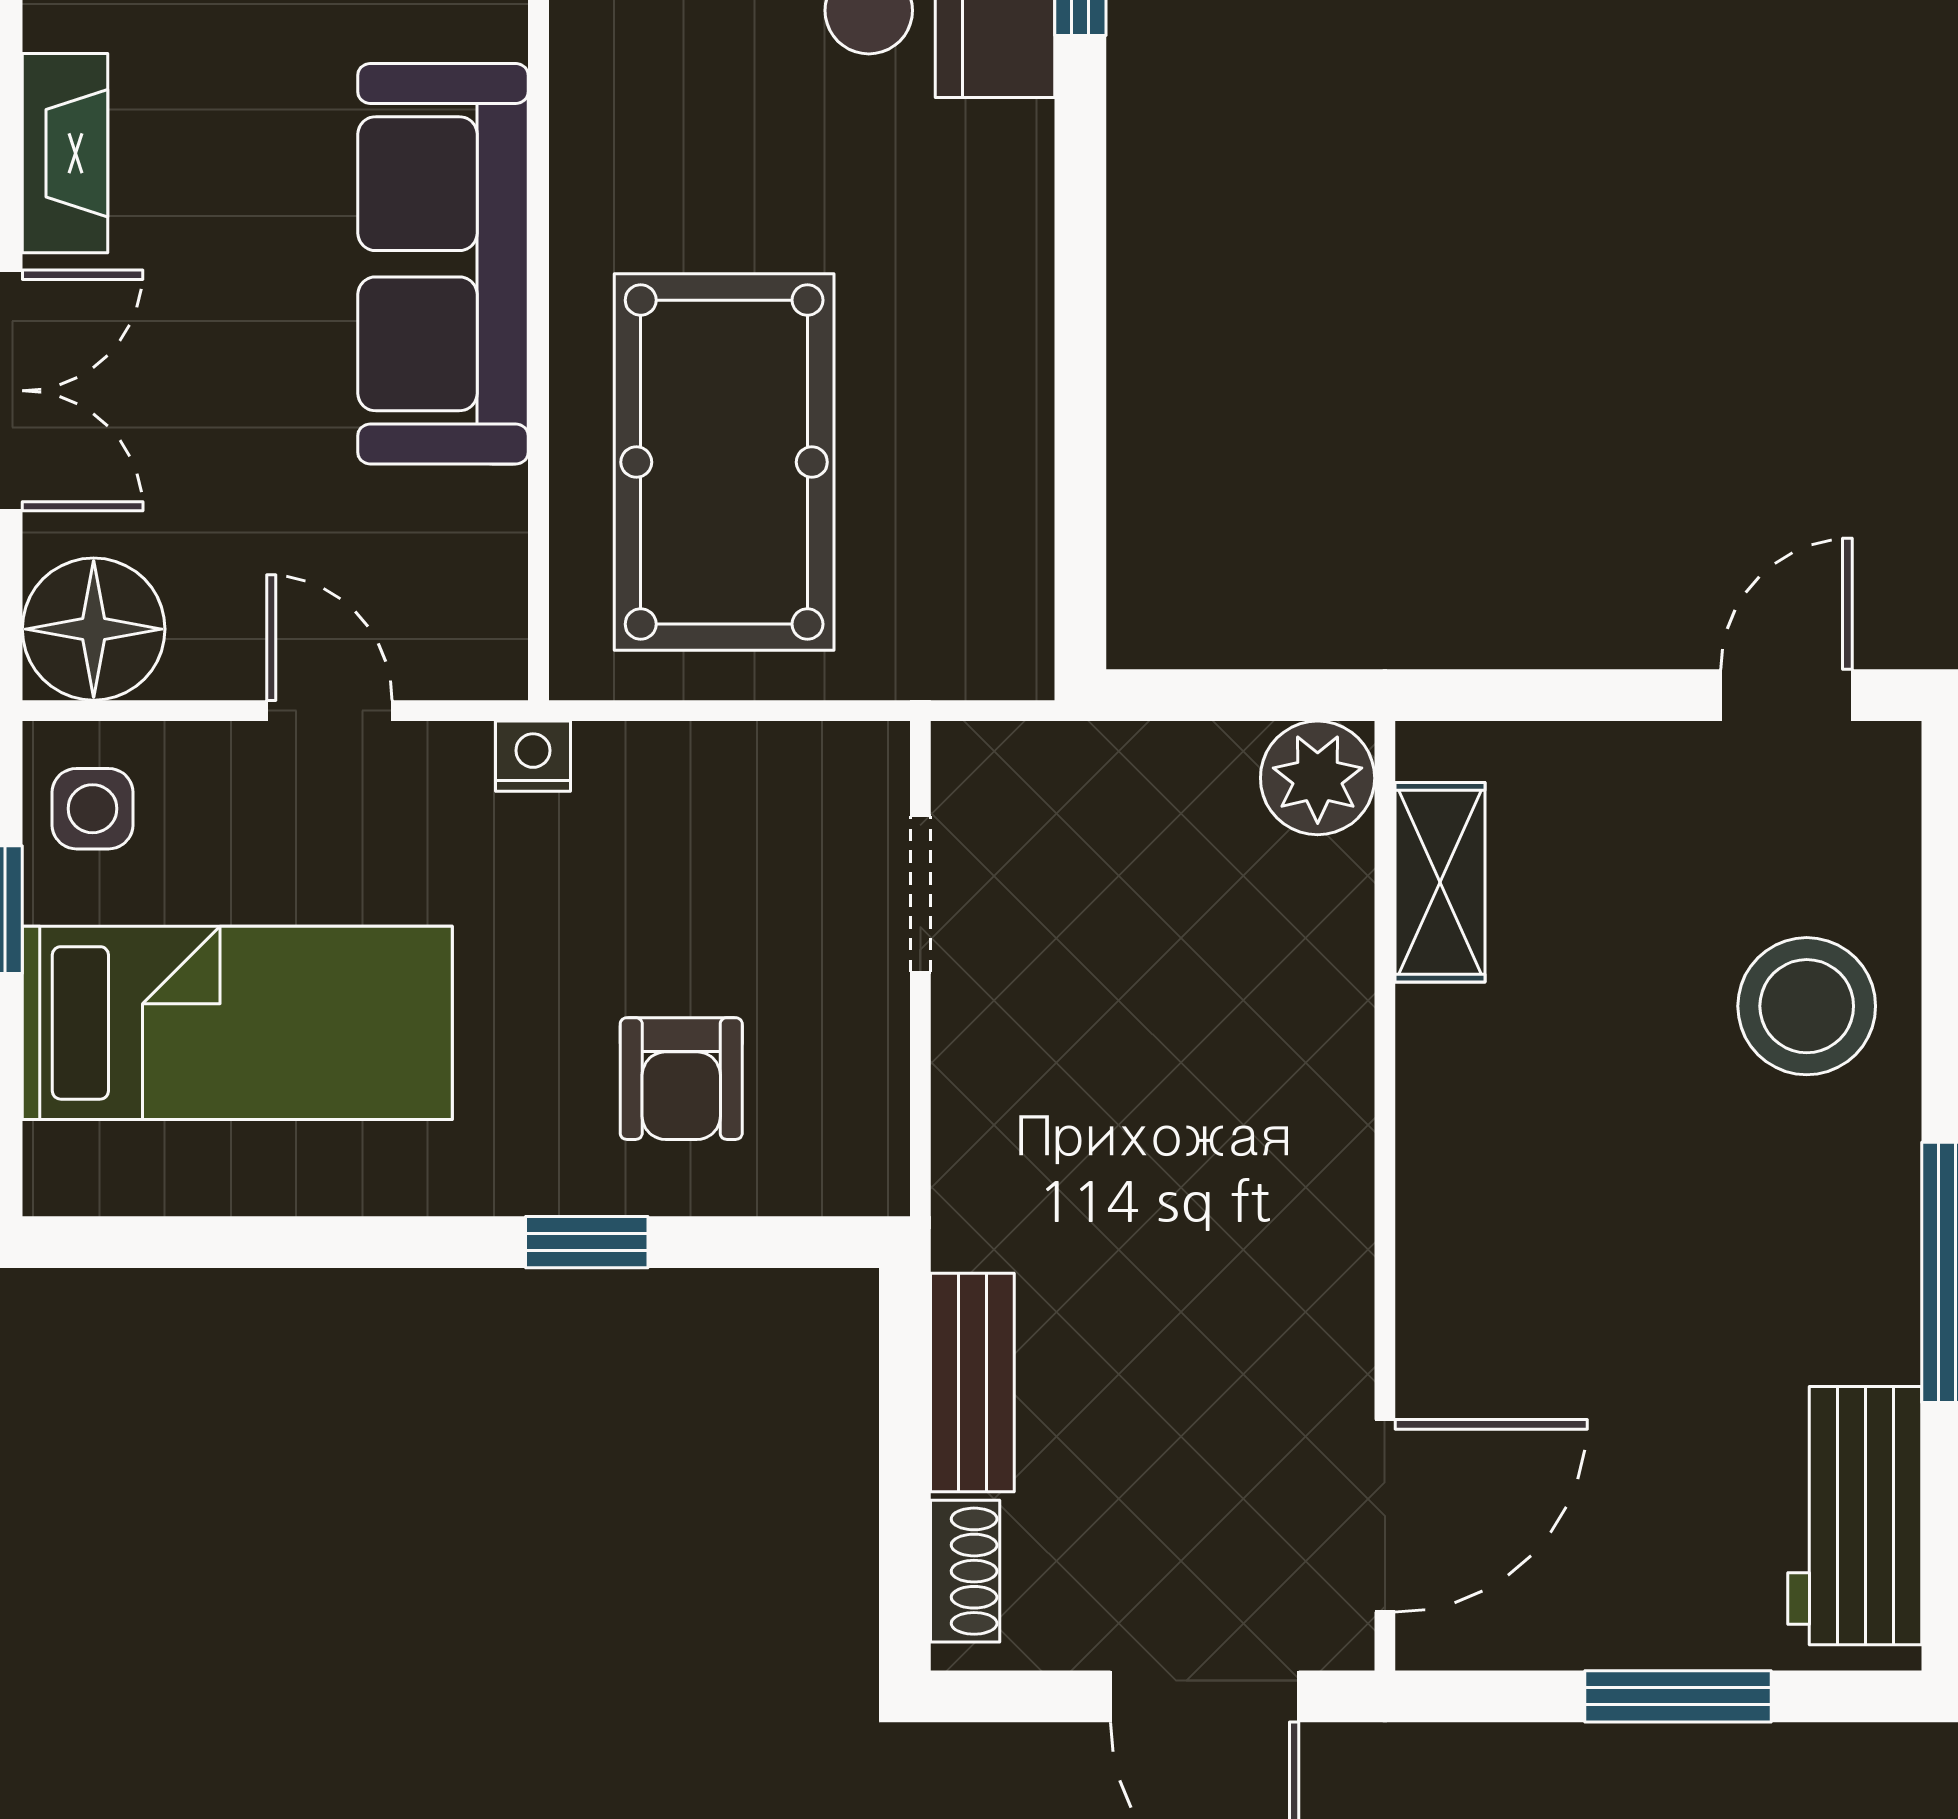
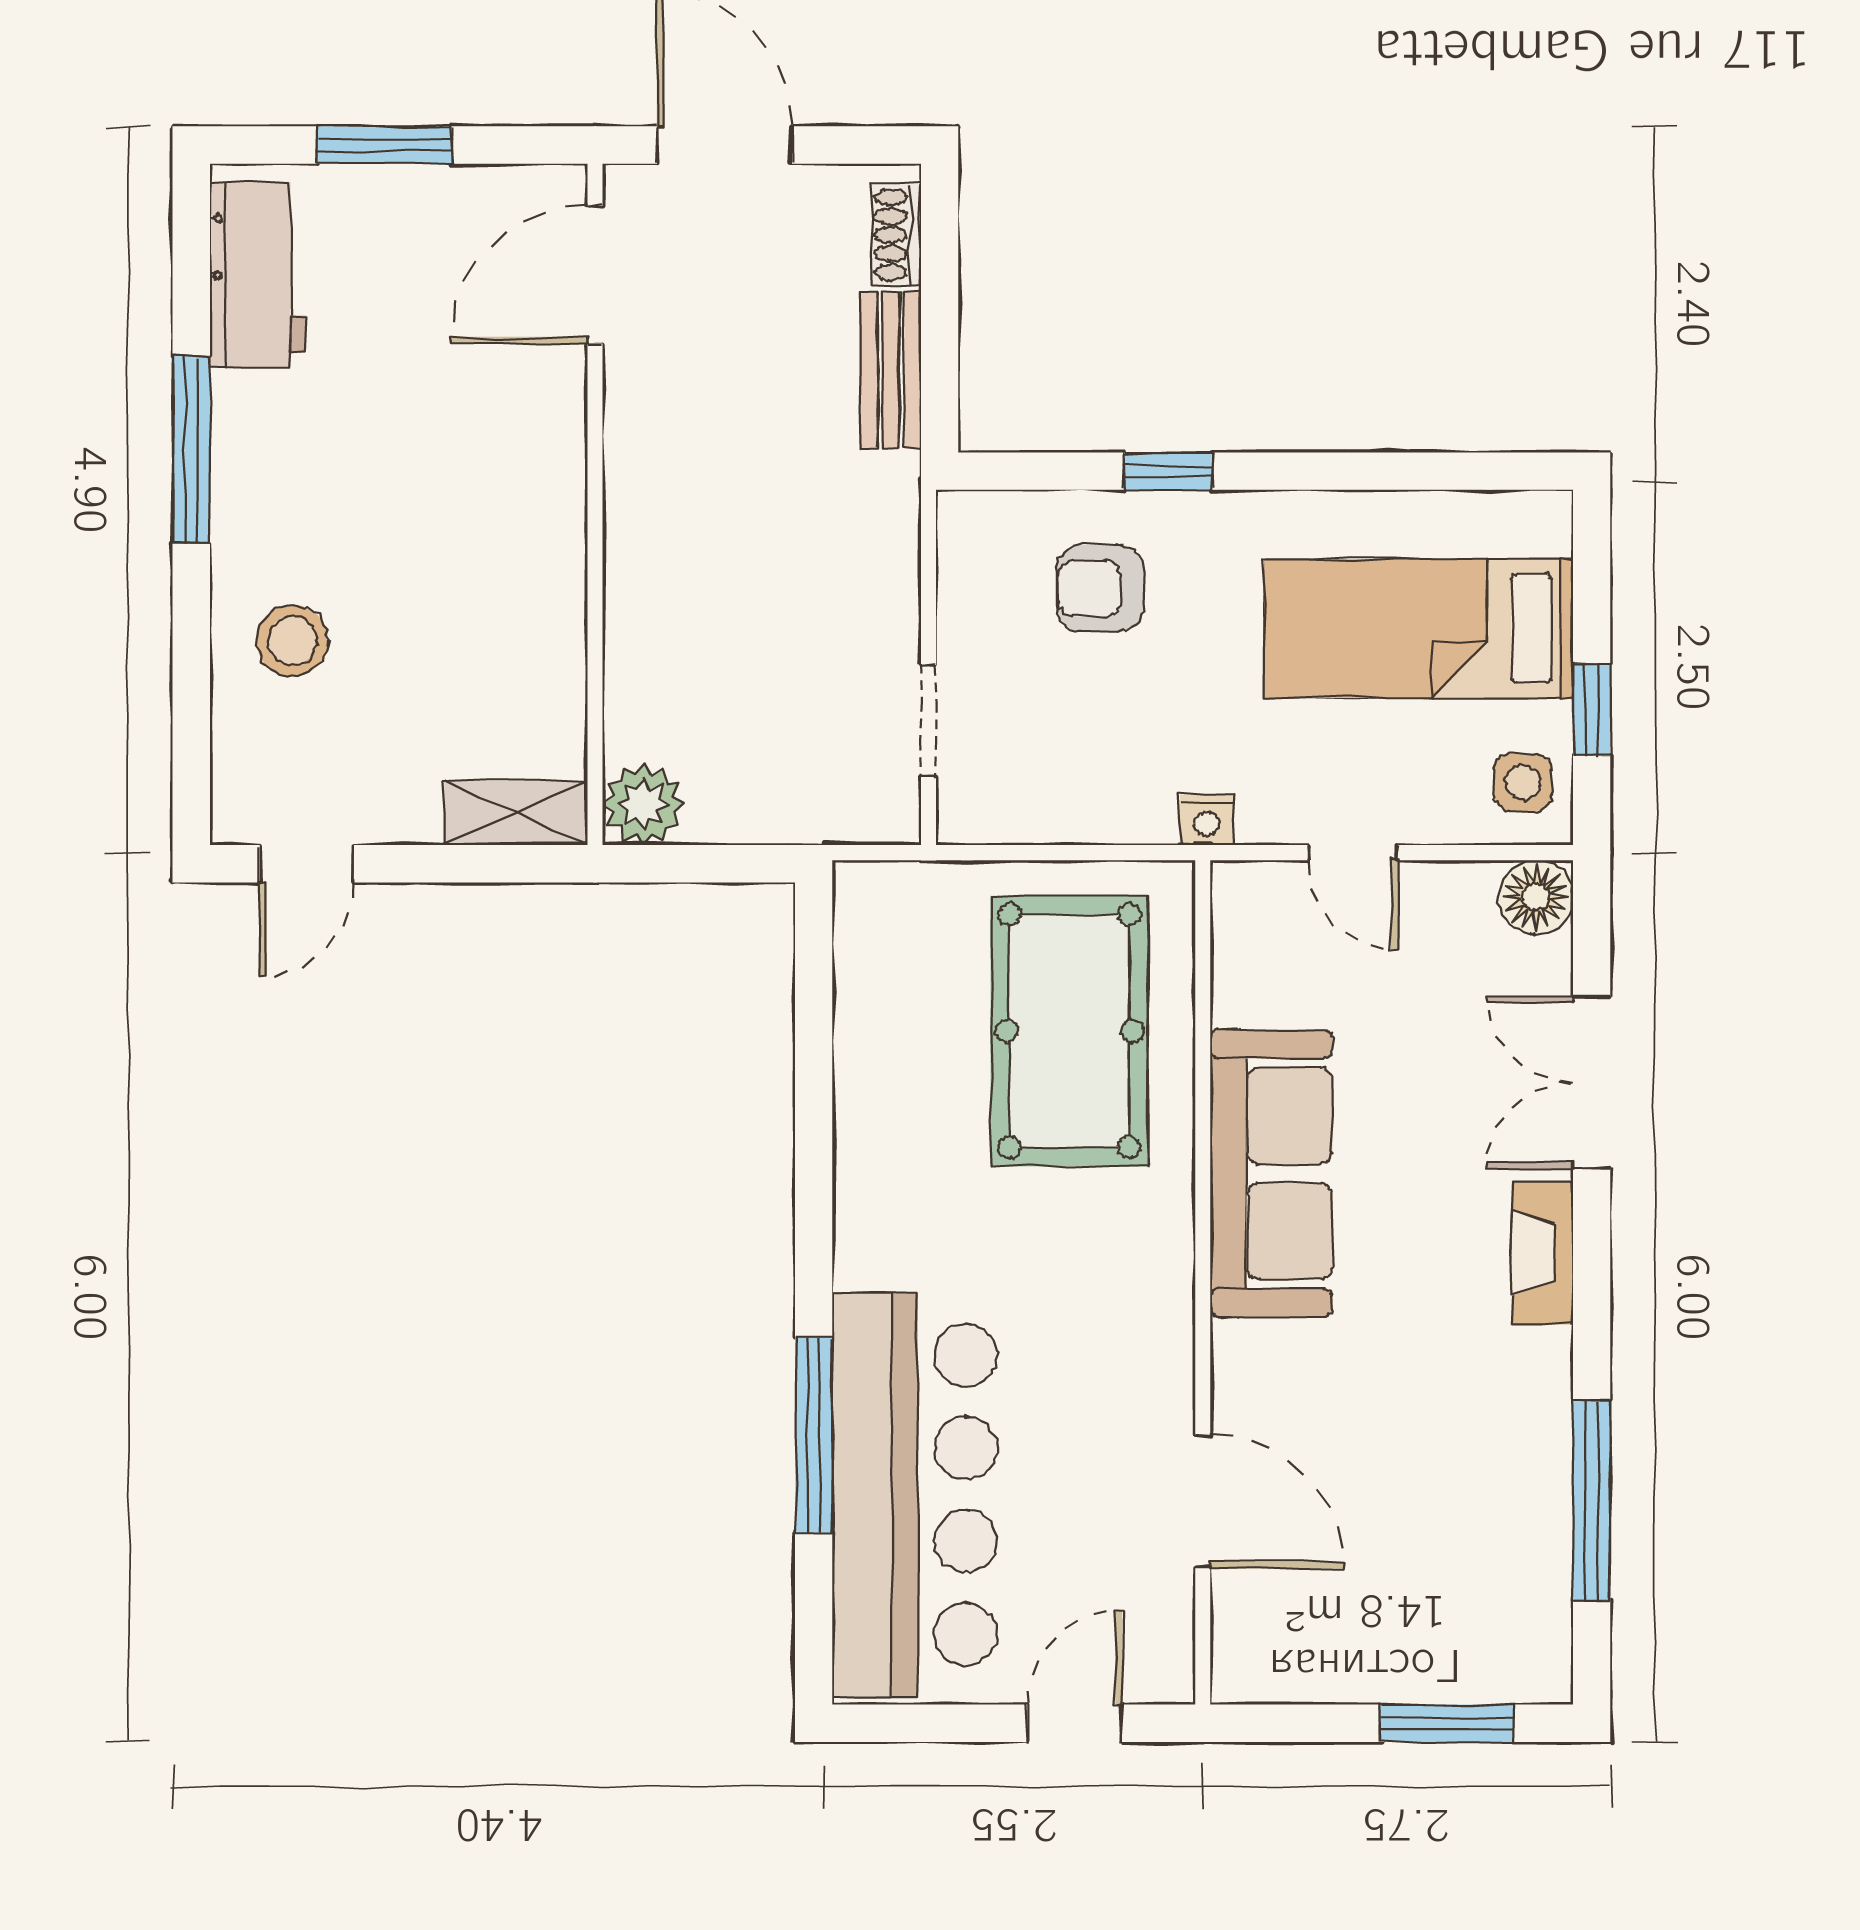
floor lamp: (94, 629) -> (1536, 897), width x0.73, depth x0.73
shelving: (1440, 882) -> (516, 813), moved, turned 90
stool: (1807, 1006) -> (292, 640), width x0.73, depth x0.73
armchair: (681, 1079) -> (1100, 588), turned -90

